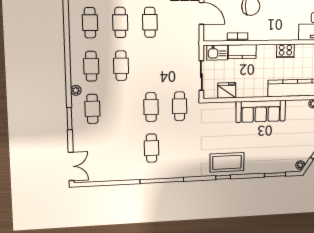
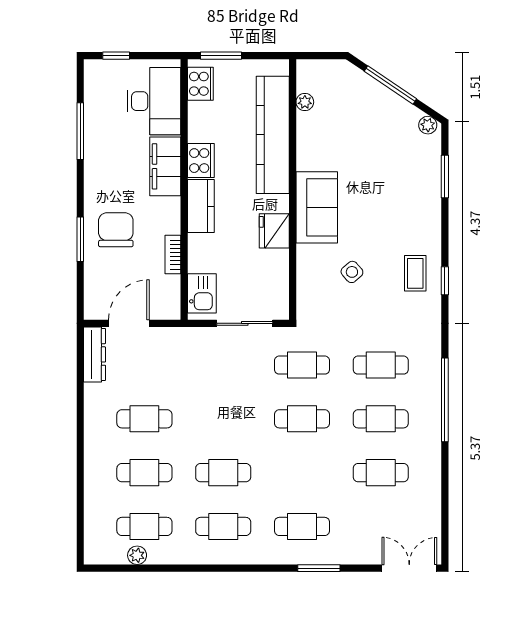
filing cabinet: (283, 32) -> (165, 166), added
kitchen counter: (242, 52) -> (201, 206), moved
plant: (76, 90) -> (137, 555), moved
fridge: (227, 90) -> (274, 231), moved
sofa: (261, 111) -> (317, 207), width x0.73
side table: (228, 130) -> (352, 272), added
cafe table: (180, 147) -> (381, 365), added
cafe table: (123, 149) -> (381, 473), added
coffee table: (227, 162) -> (415, 273), width x0.54, depth x0.58

